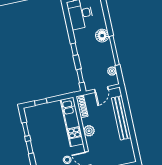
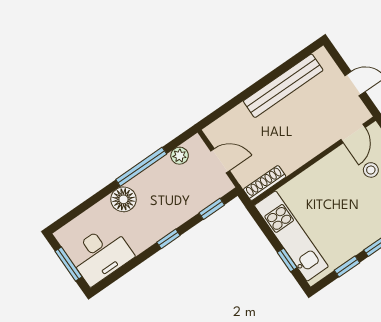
bench: (121, 118) -> (283, 86), moved
kitchen unit: (72, 122) -> (291, 236), moved, turned -90
plant: (89, 131) -> (303, 152), removed

